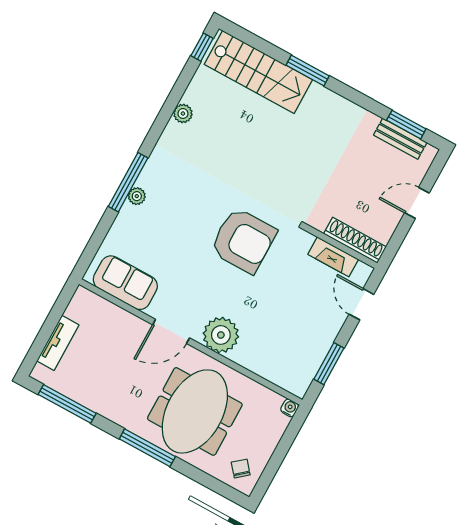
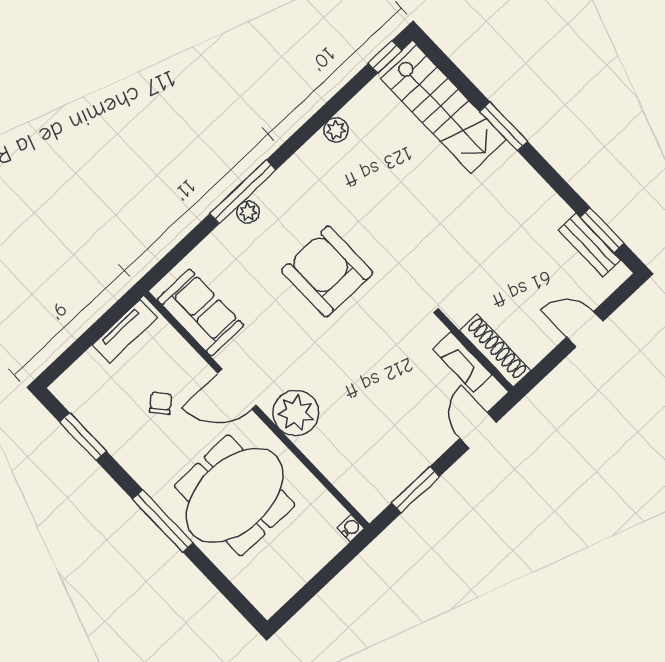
armchair: (243, 240) -> (327, 272), moved, turned 180
tv unit: (58, 343) -> (125, 331), moved
window: (67, 404) -> (83, 437), width x0.69
chair: (241, 469) -> (161, 403), moved

